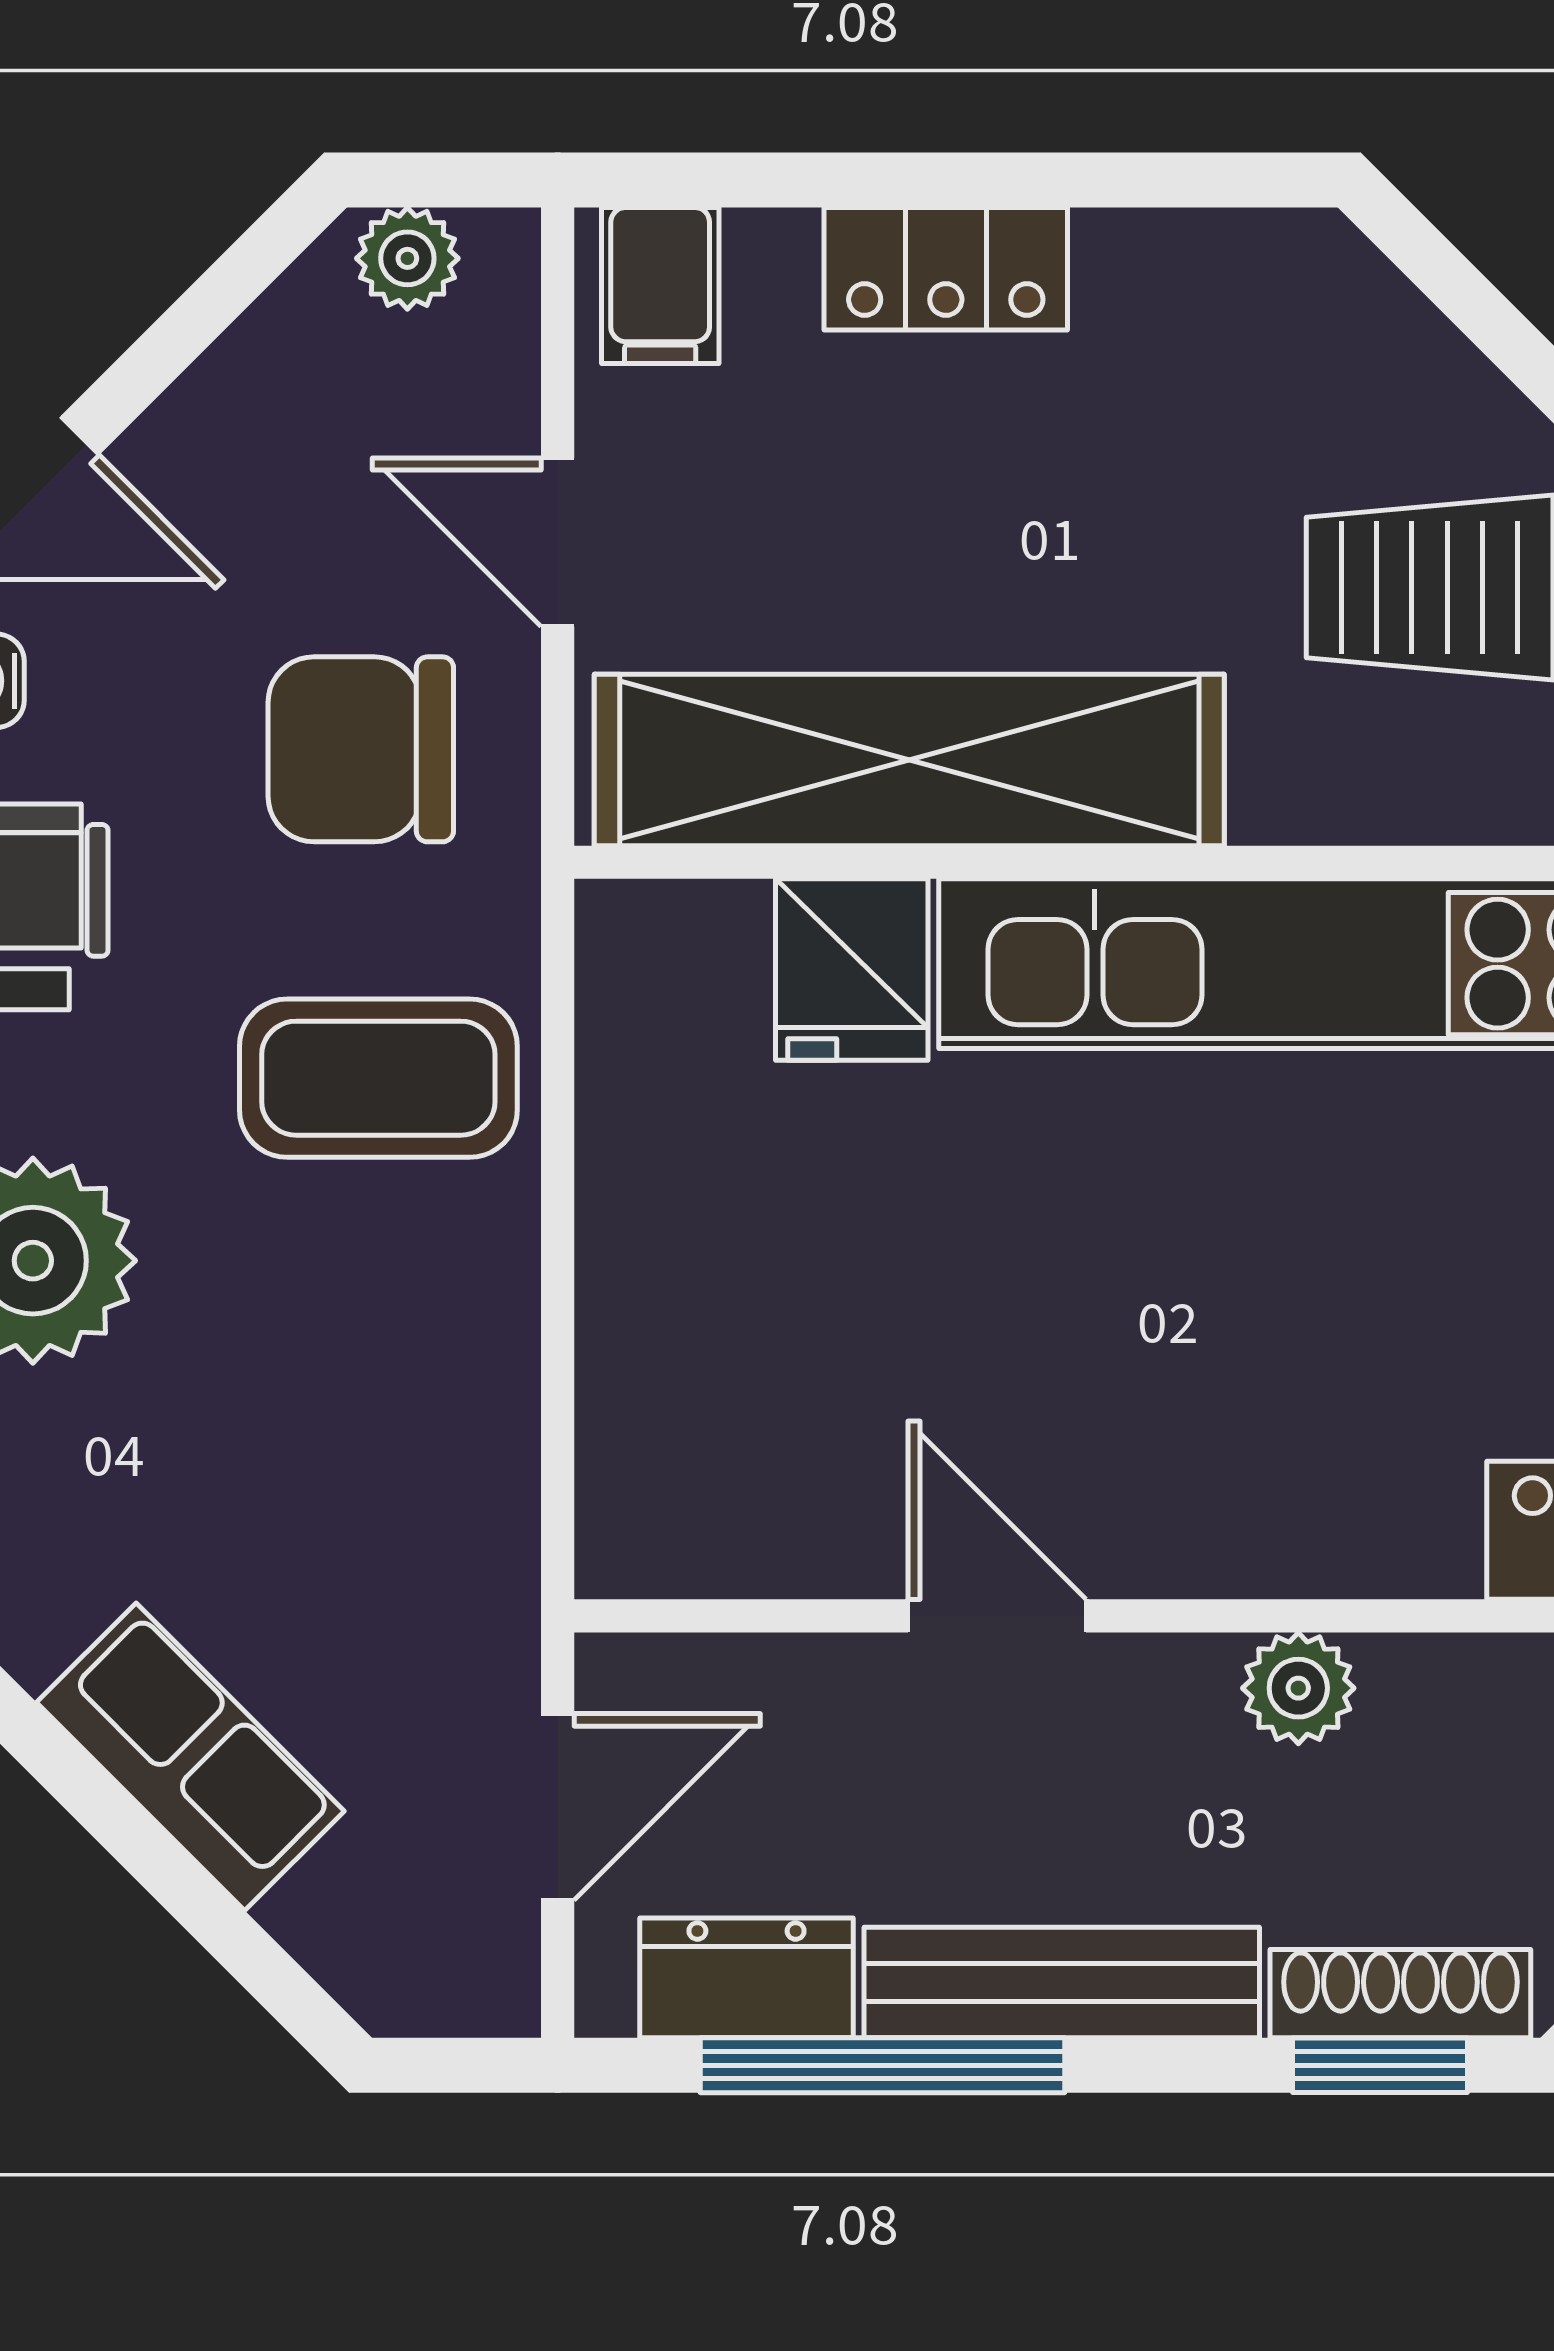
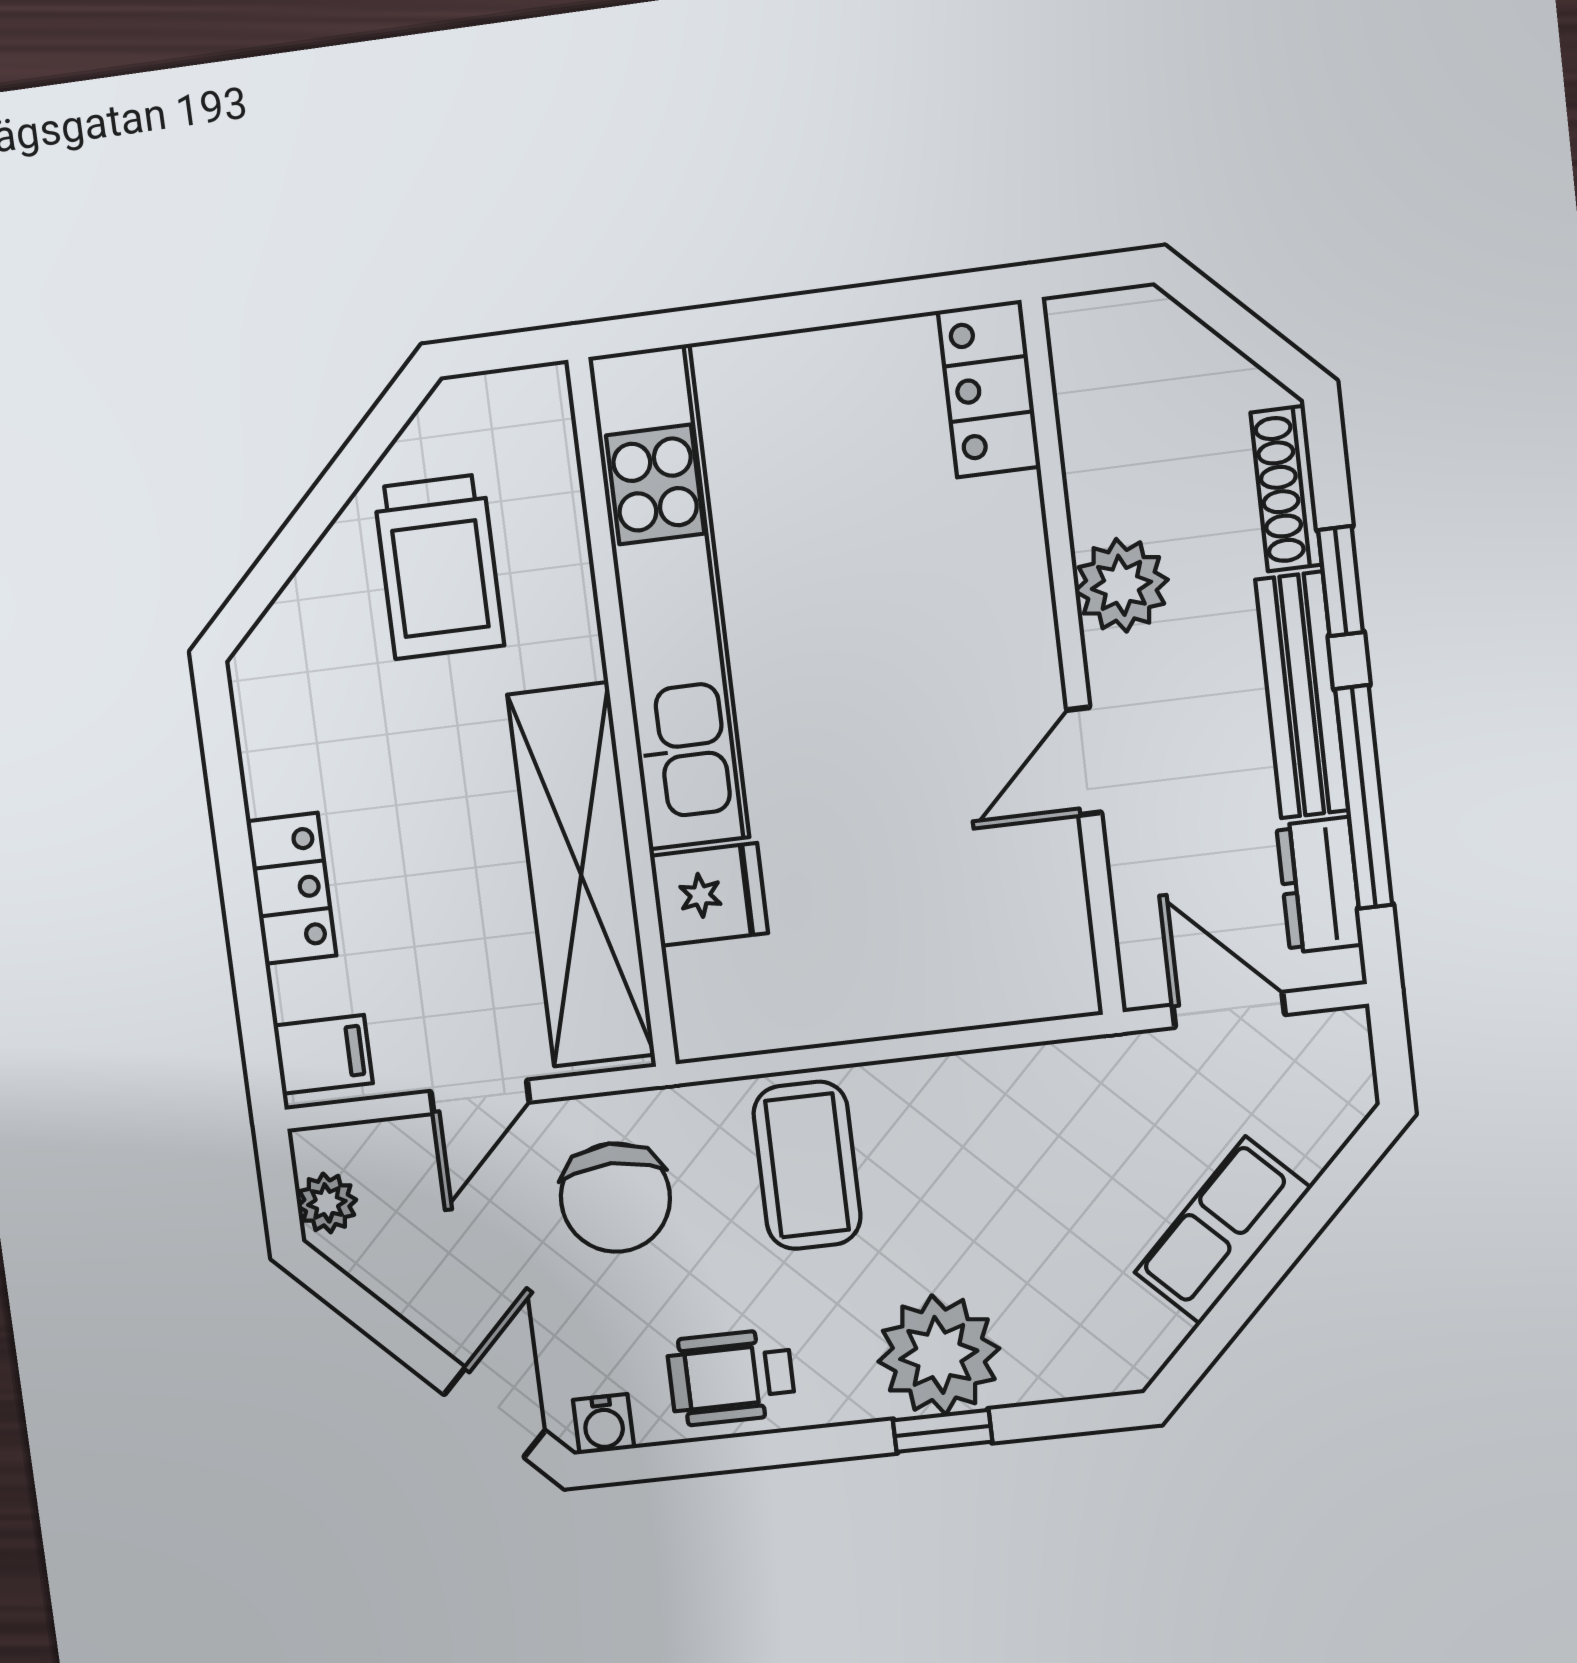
plant: (1298, 1688) -> (1121, 585), width x1.38, depth x1.38
window: (1380, 2065) -> (1341, 581), moved

